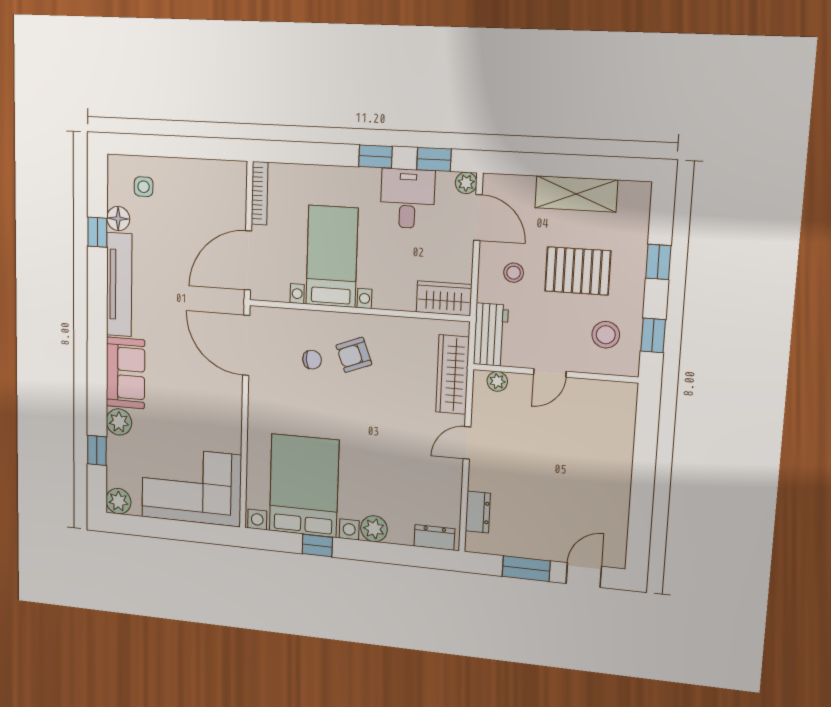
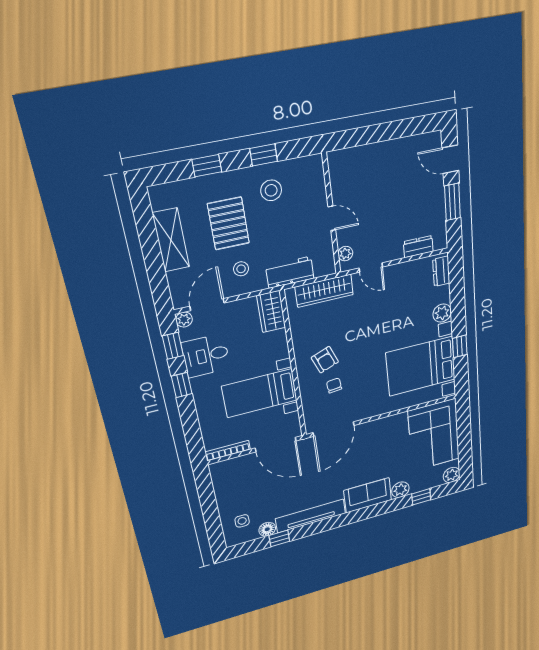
door: (550, 373) -> (332, 218), moved
wall: (555, 373) -> (331, 215), moved
plant: (497, 381) -> (345, 254), moved

